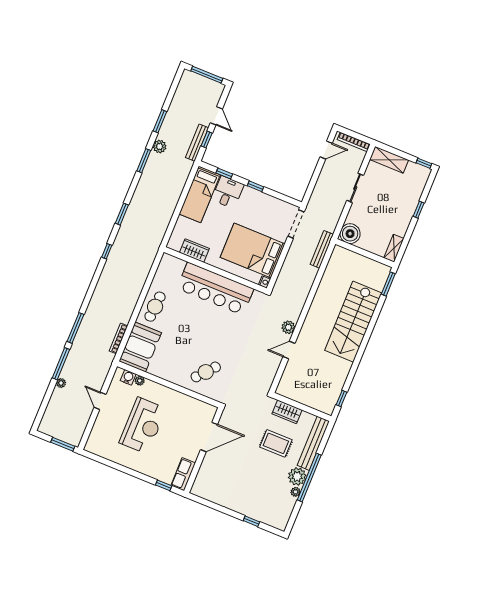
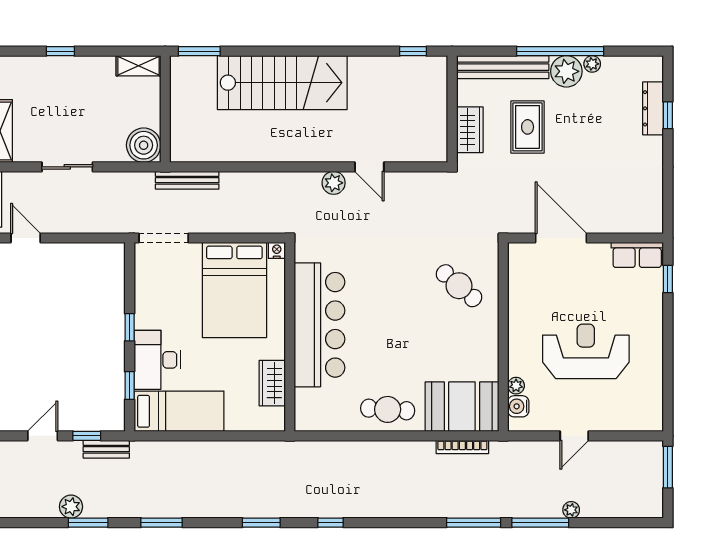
bench: (197, 143) -> (106, 449), width x0.73
plant: (160, 146) -> (71, 507), moved
desk: (228, 192) -> (157, 360), width x1.37
dresser: (258, 515) -> (653, 108), added

